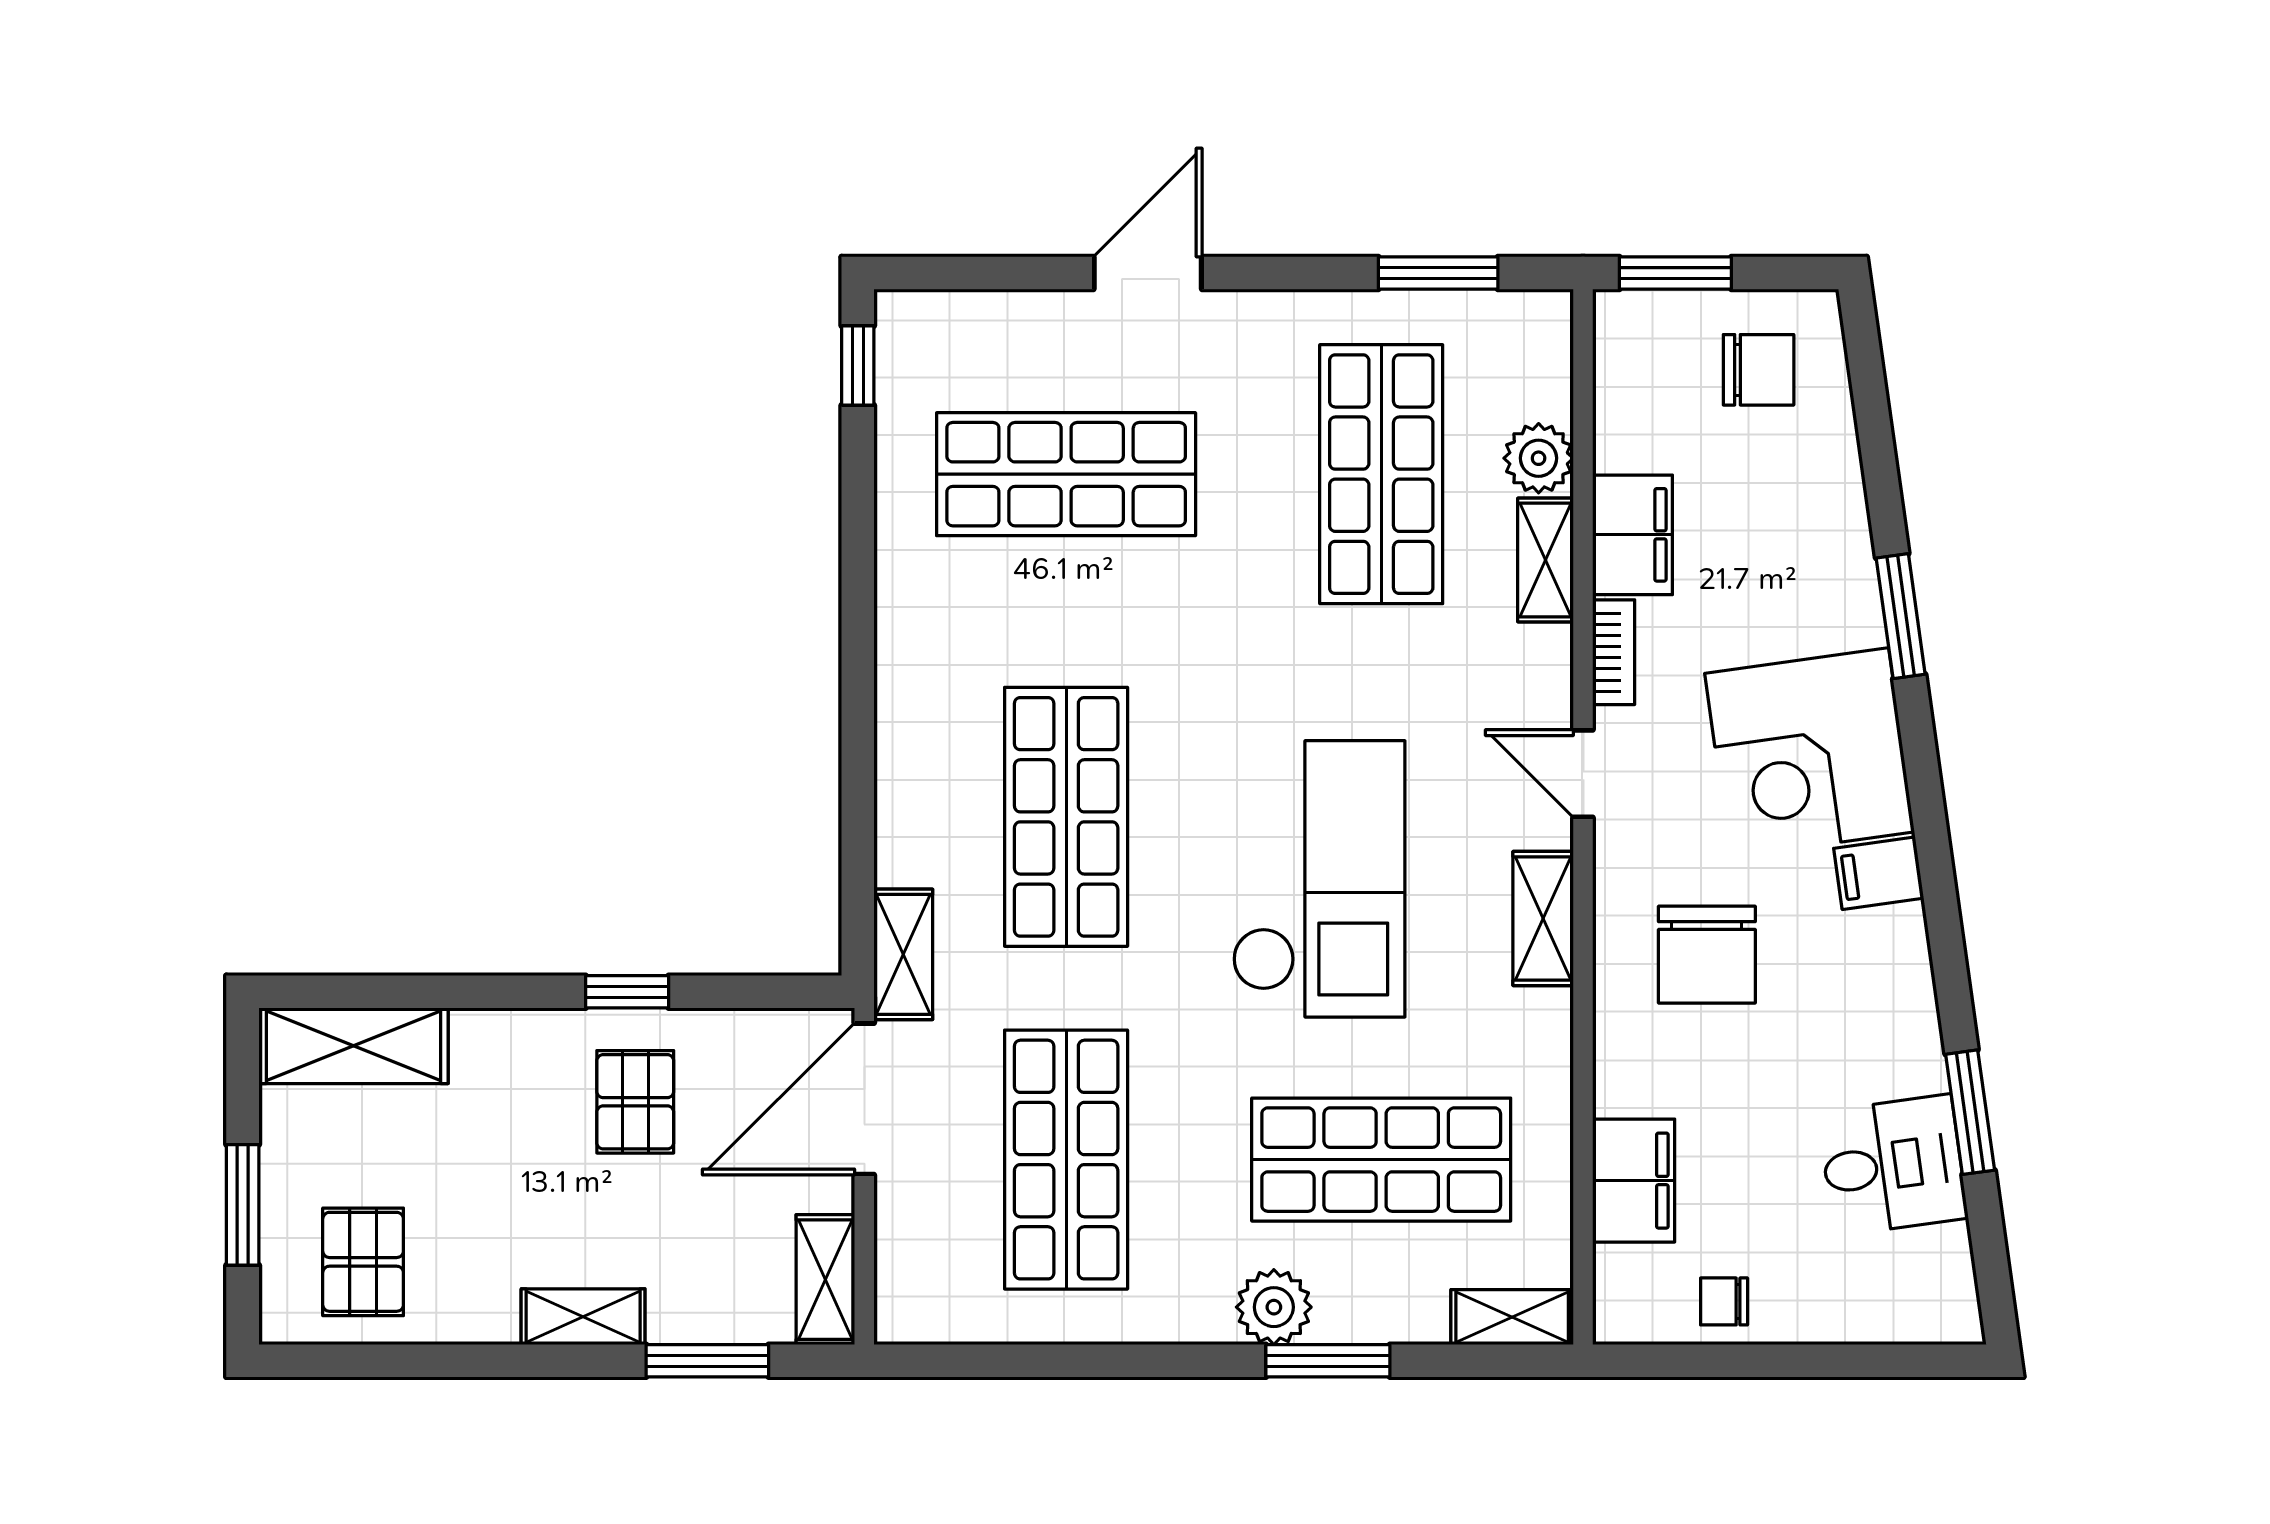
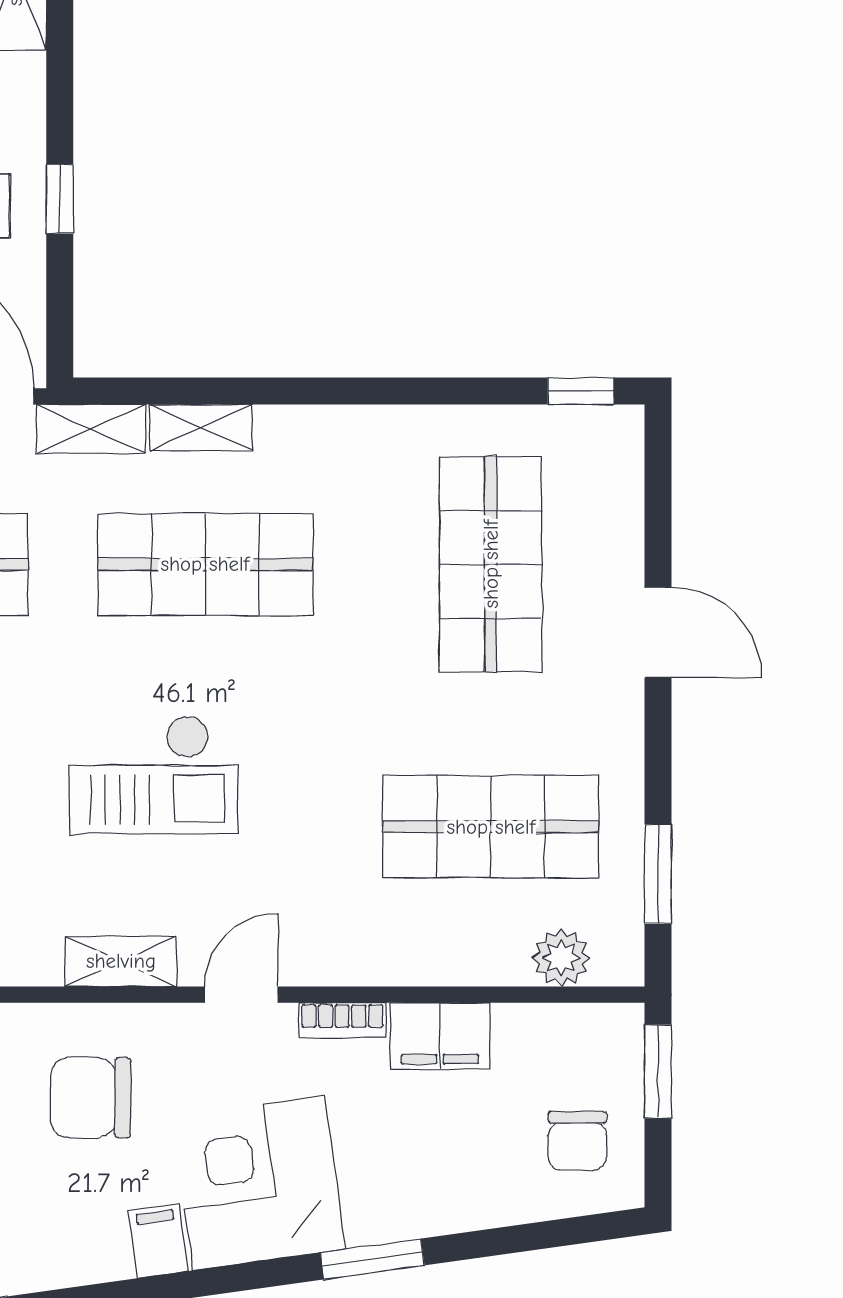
plant: (1539, 458) -> (561, 958), moved
shelving: (1545, 560) -> (201, 428), moved
checkout: (1319, 879) -> (154, 775), width x0.73, depth x0.83

